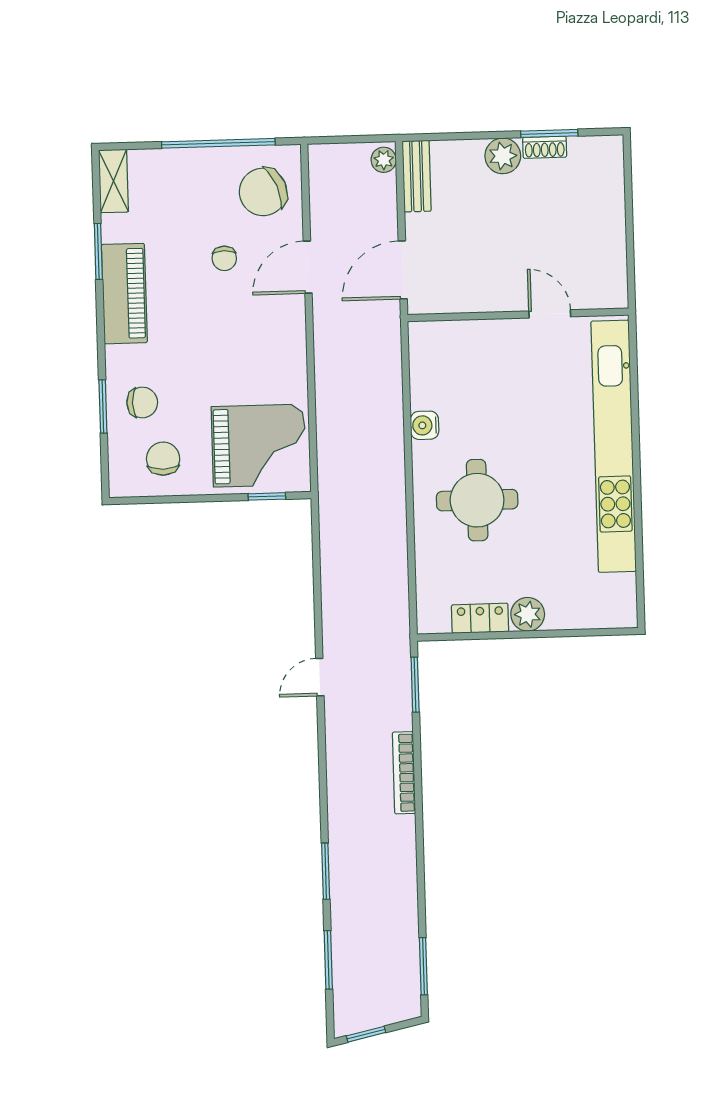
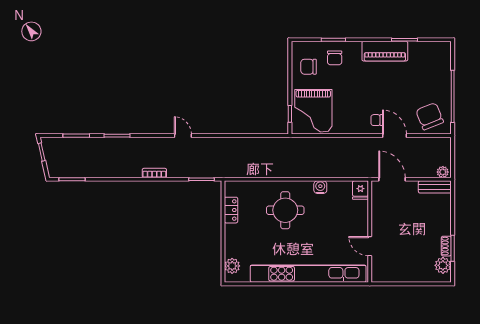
plant: (503, 156) -> (443, 265), moved
shelving: (113, 181) -> (437, 48), removed
chair: (224, 258) -> (377, 120), moved
door: (550, 314) -> (370, 246), swing flipped
fridge: (428, 338) -> (360, 190), added
chair: (163, 459) -> (309, 67), turned 180
plant: (528, 614) -> (232, 266), moved
door: (320, 677) -> (183, 136), moved
bookcase: (404, 773) -> (154, 173), width x0.64

